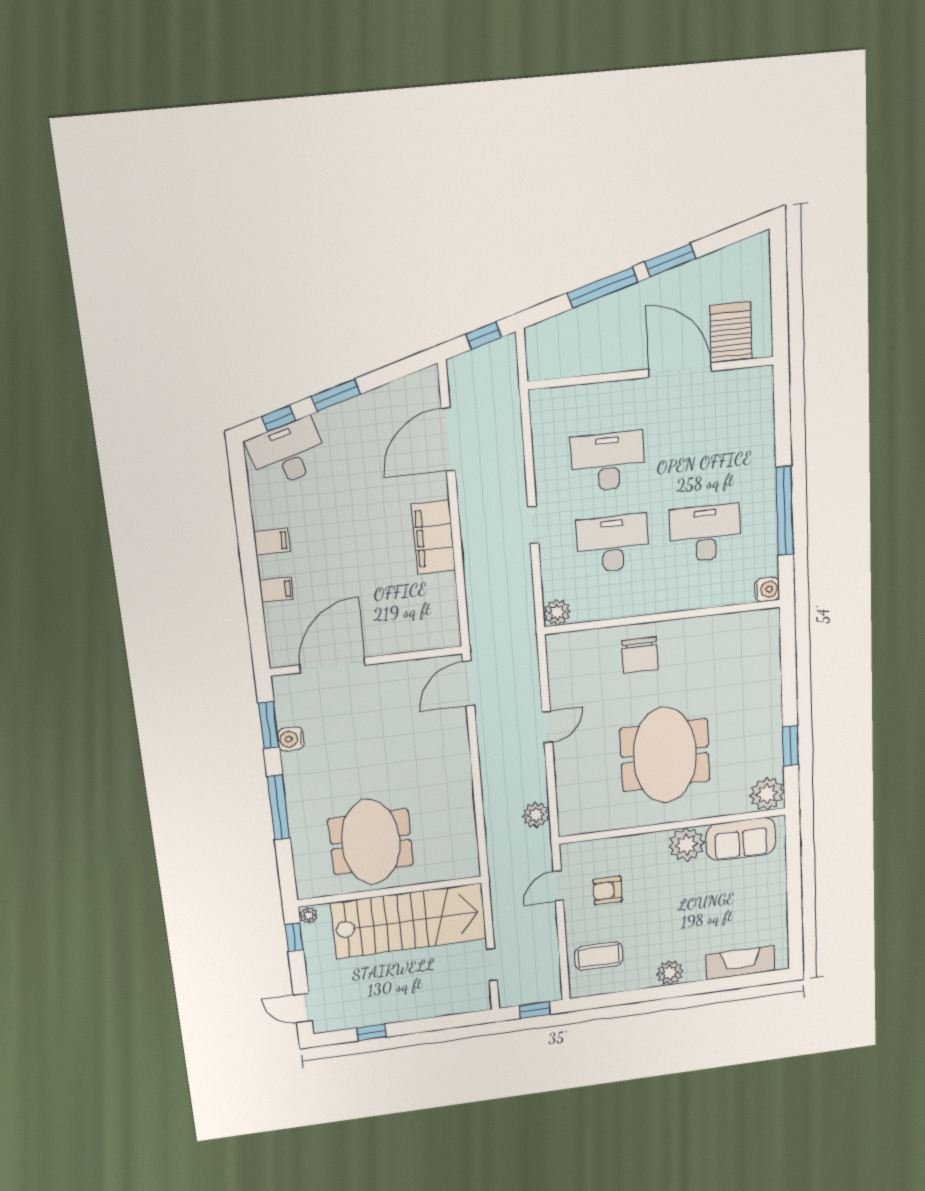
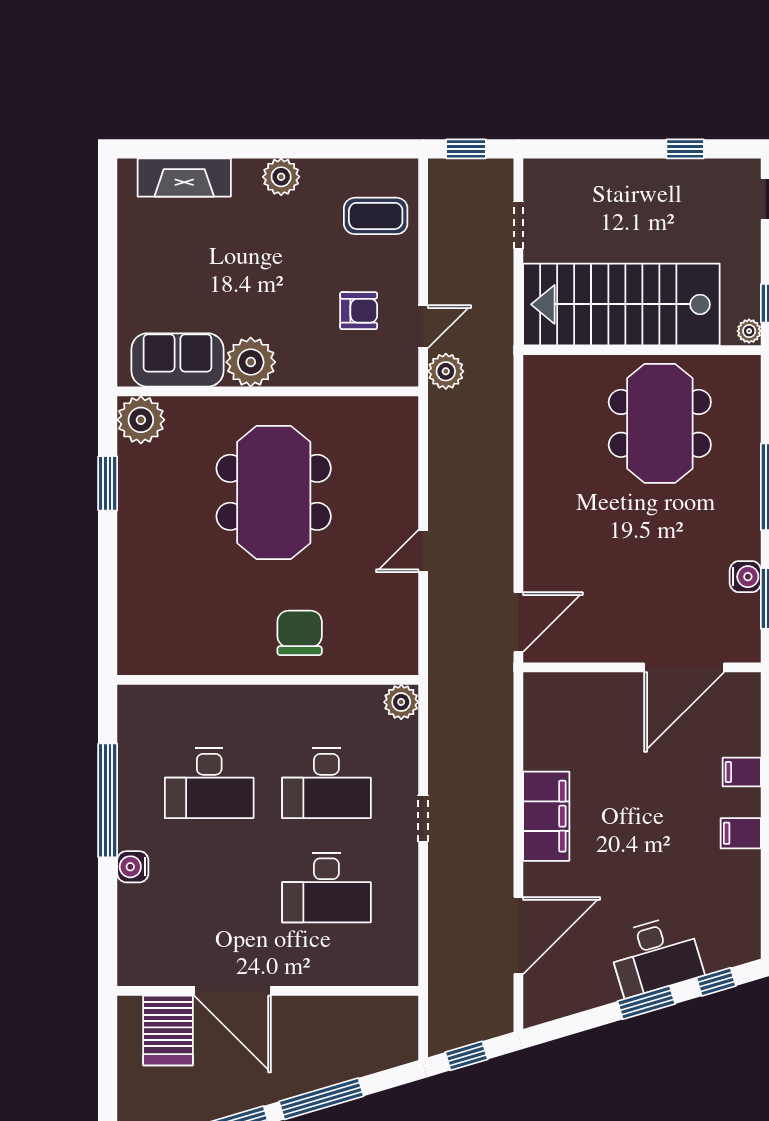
desk: (288, 453) -> (655, 956), moved
water cooler: (767, 589) -> (133, 867), moved
plant: (536, 815) -> (446, 371), moved

